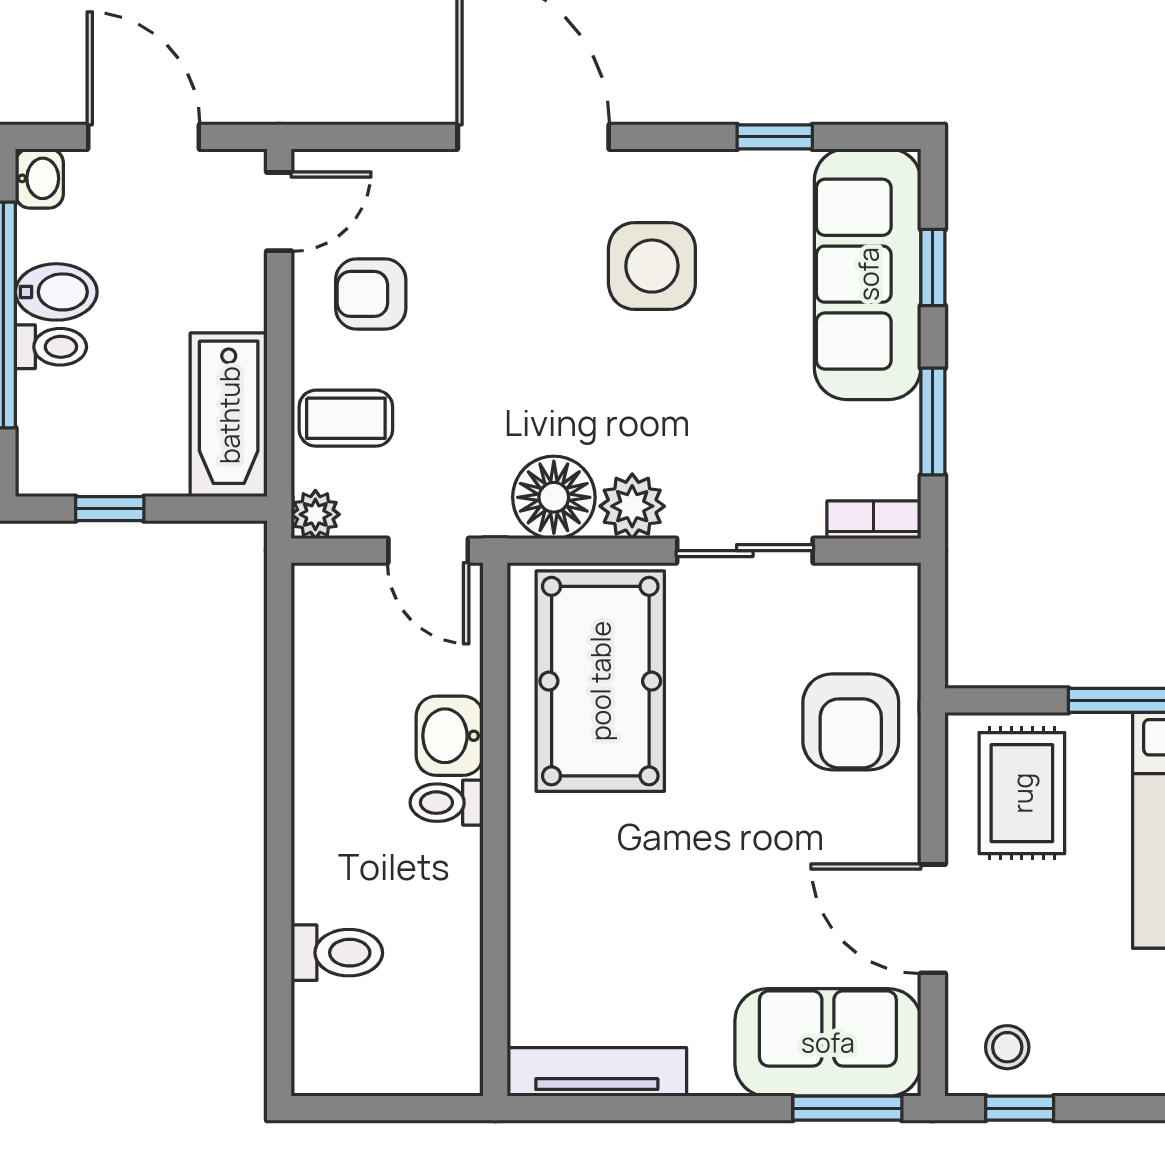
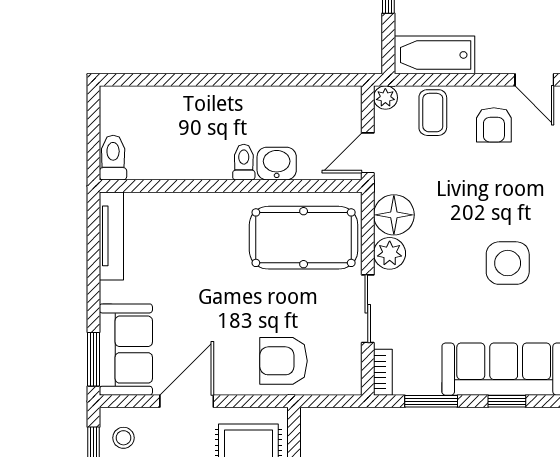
armchair: (371, 294) -> (494, 125), turned 180
toilet: (337, 953) -> (113, 158), moved, turned 180

